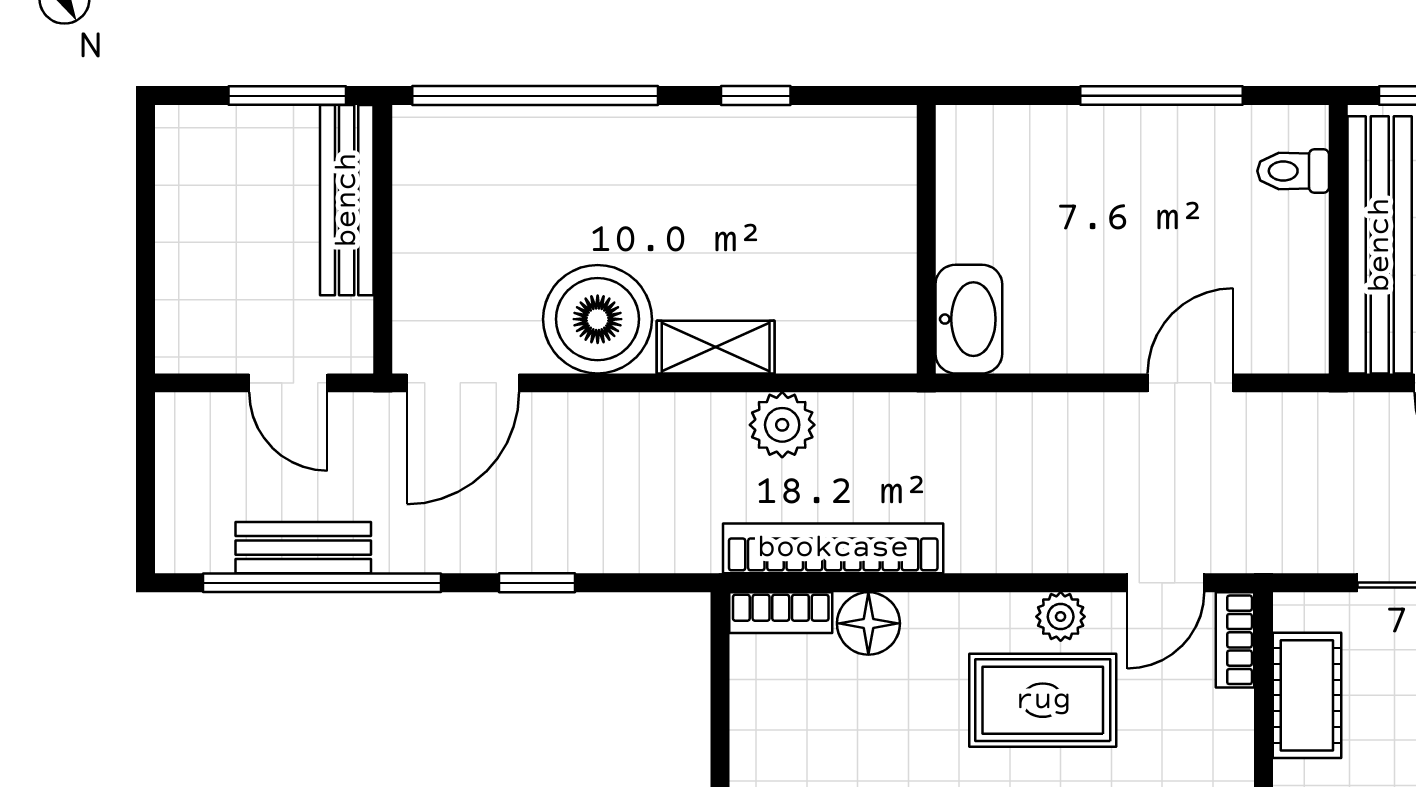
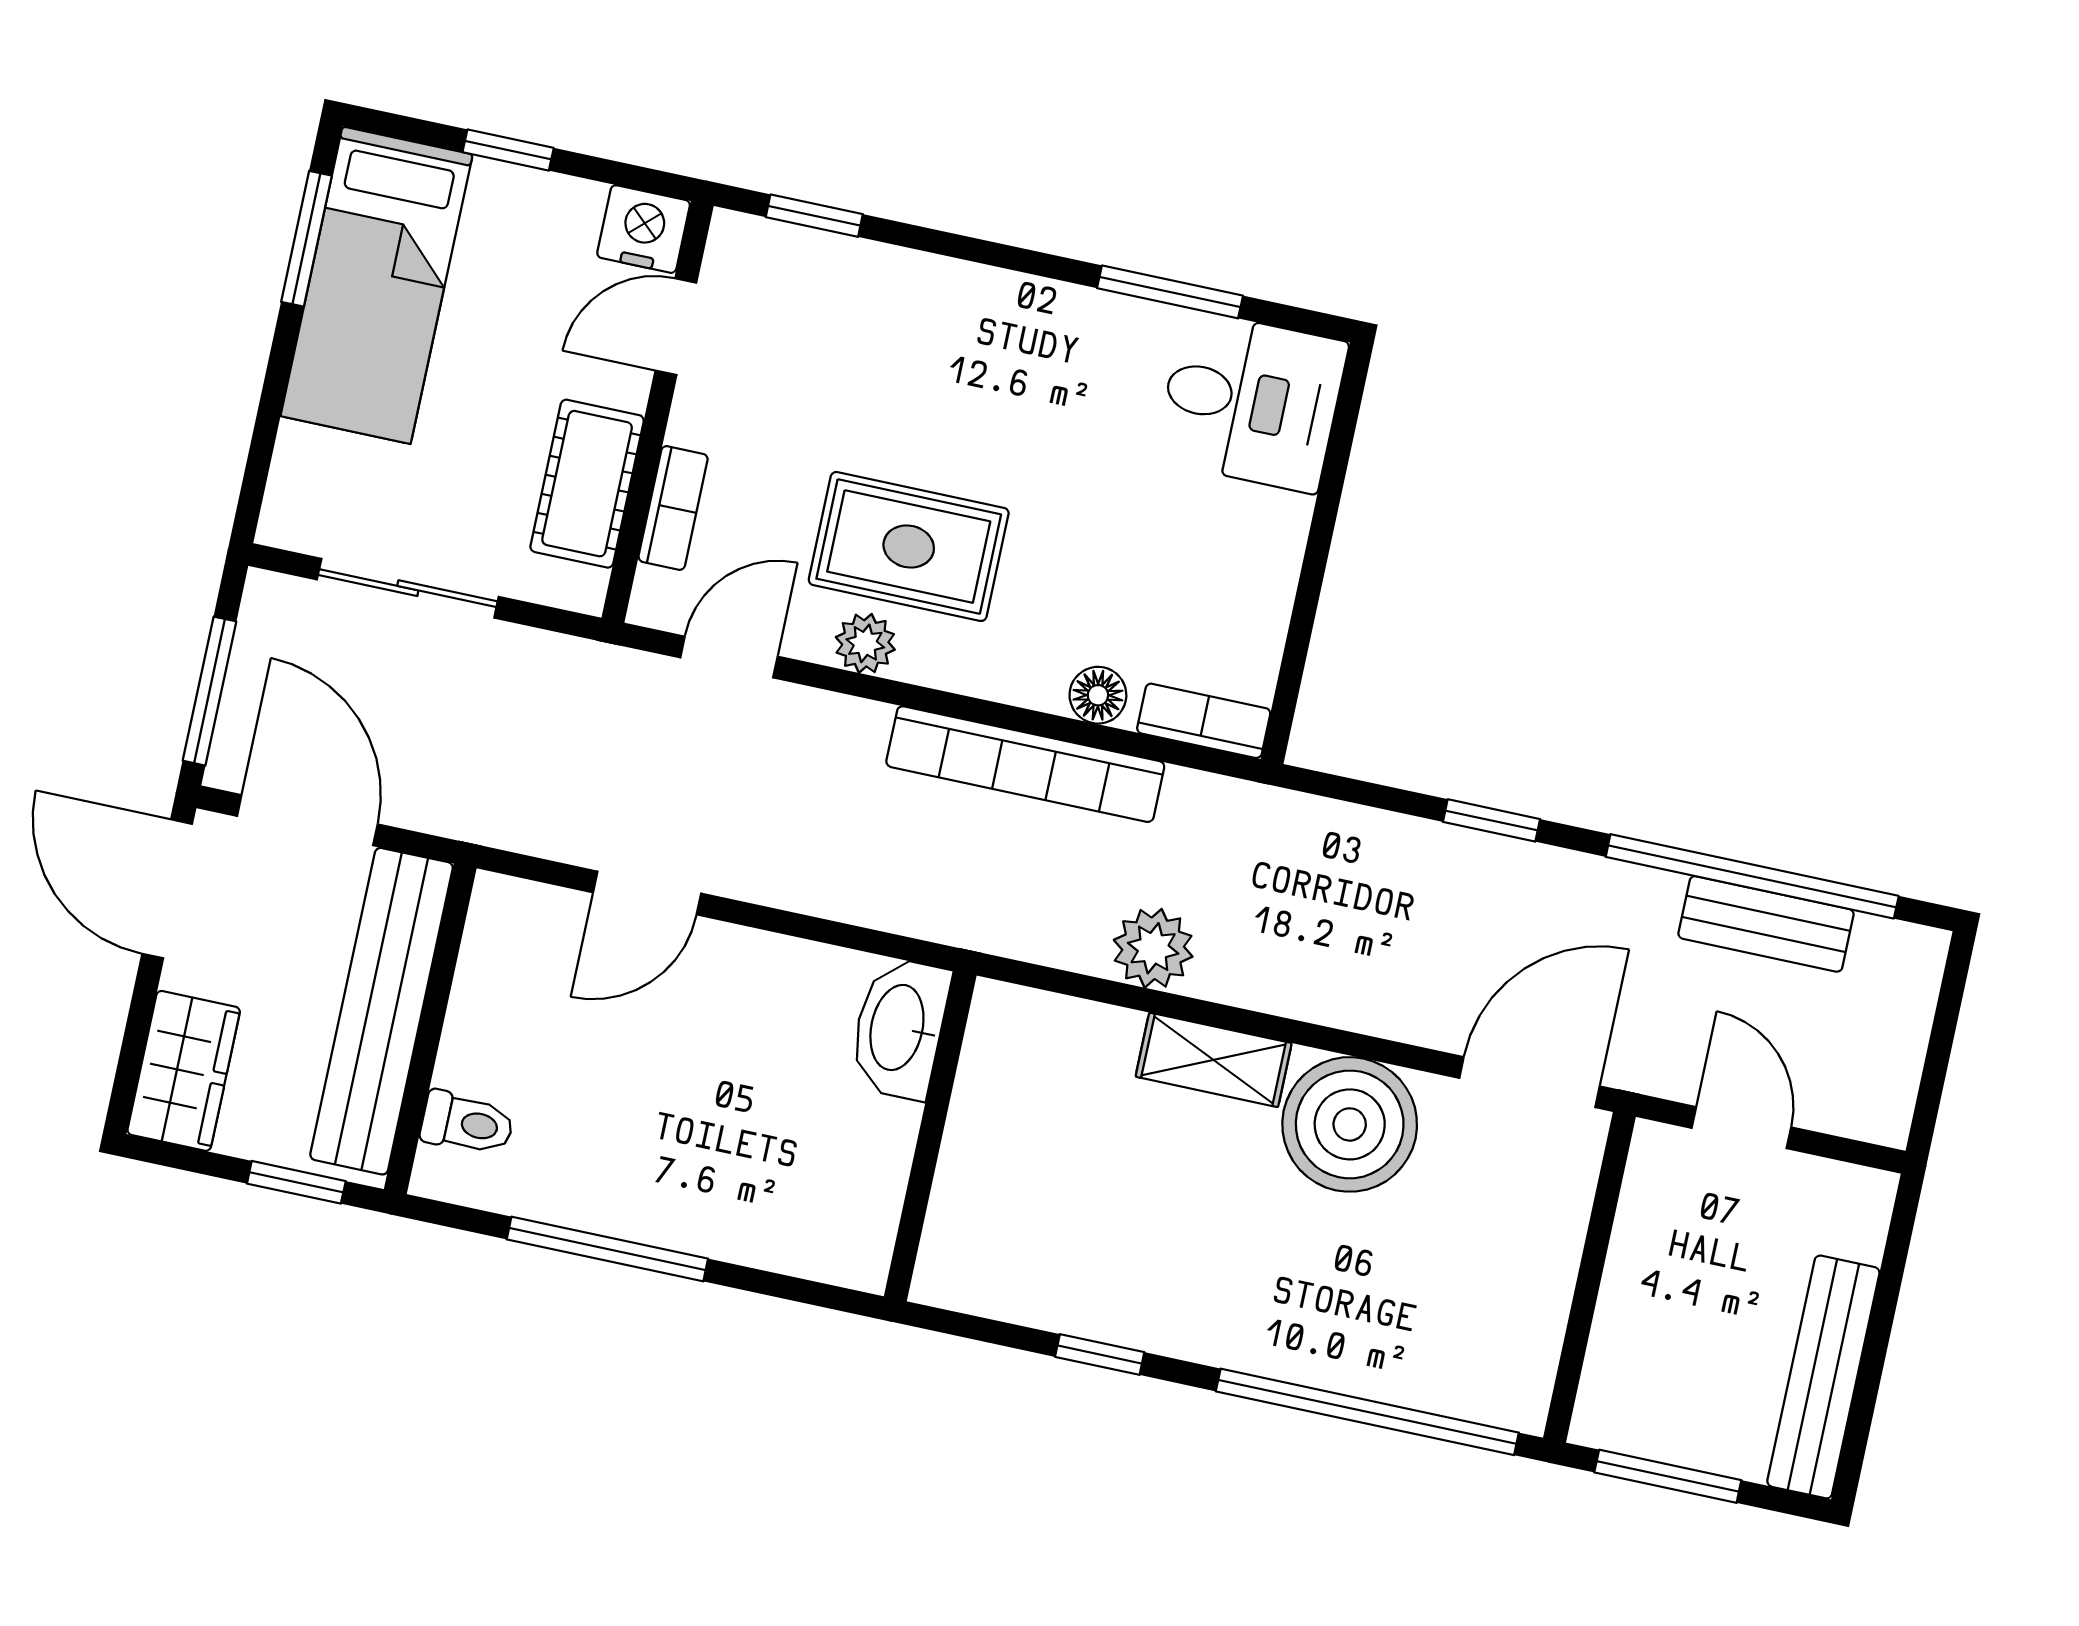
bench: (347, 200) -> (1823, 1377), moved
bookcase: (833, 548) -> (1025, 764), moved
floor lamp: (868, 623) -> (1098, 695), width x0.73, depth x0.73
bookcase: (1235, 640) -> (673, 508), moved

